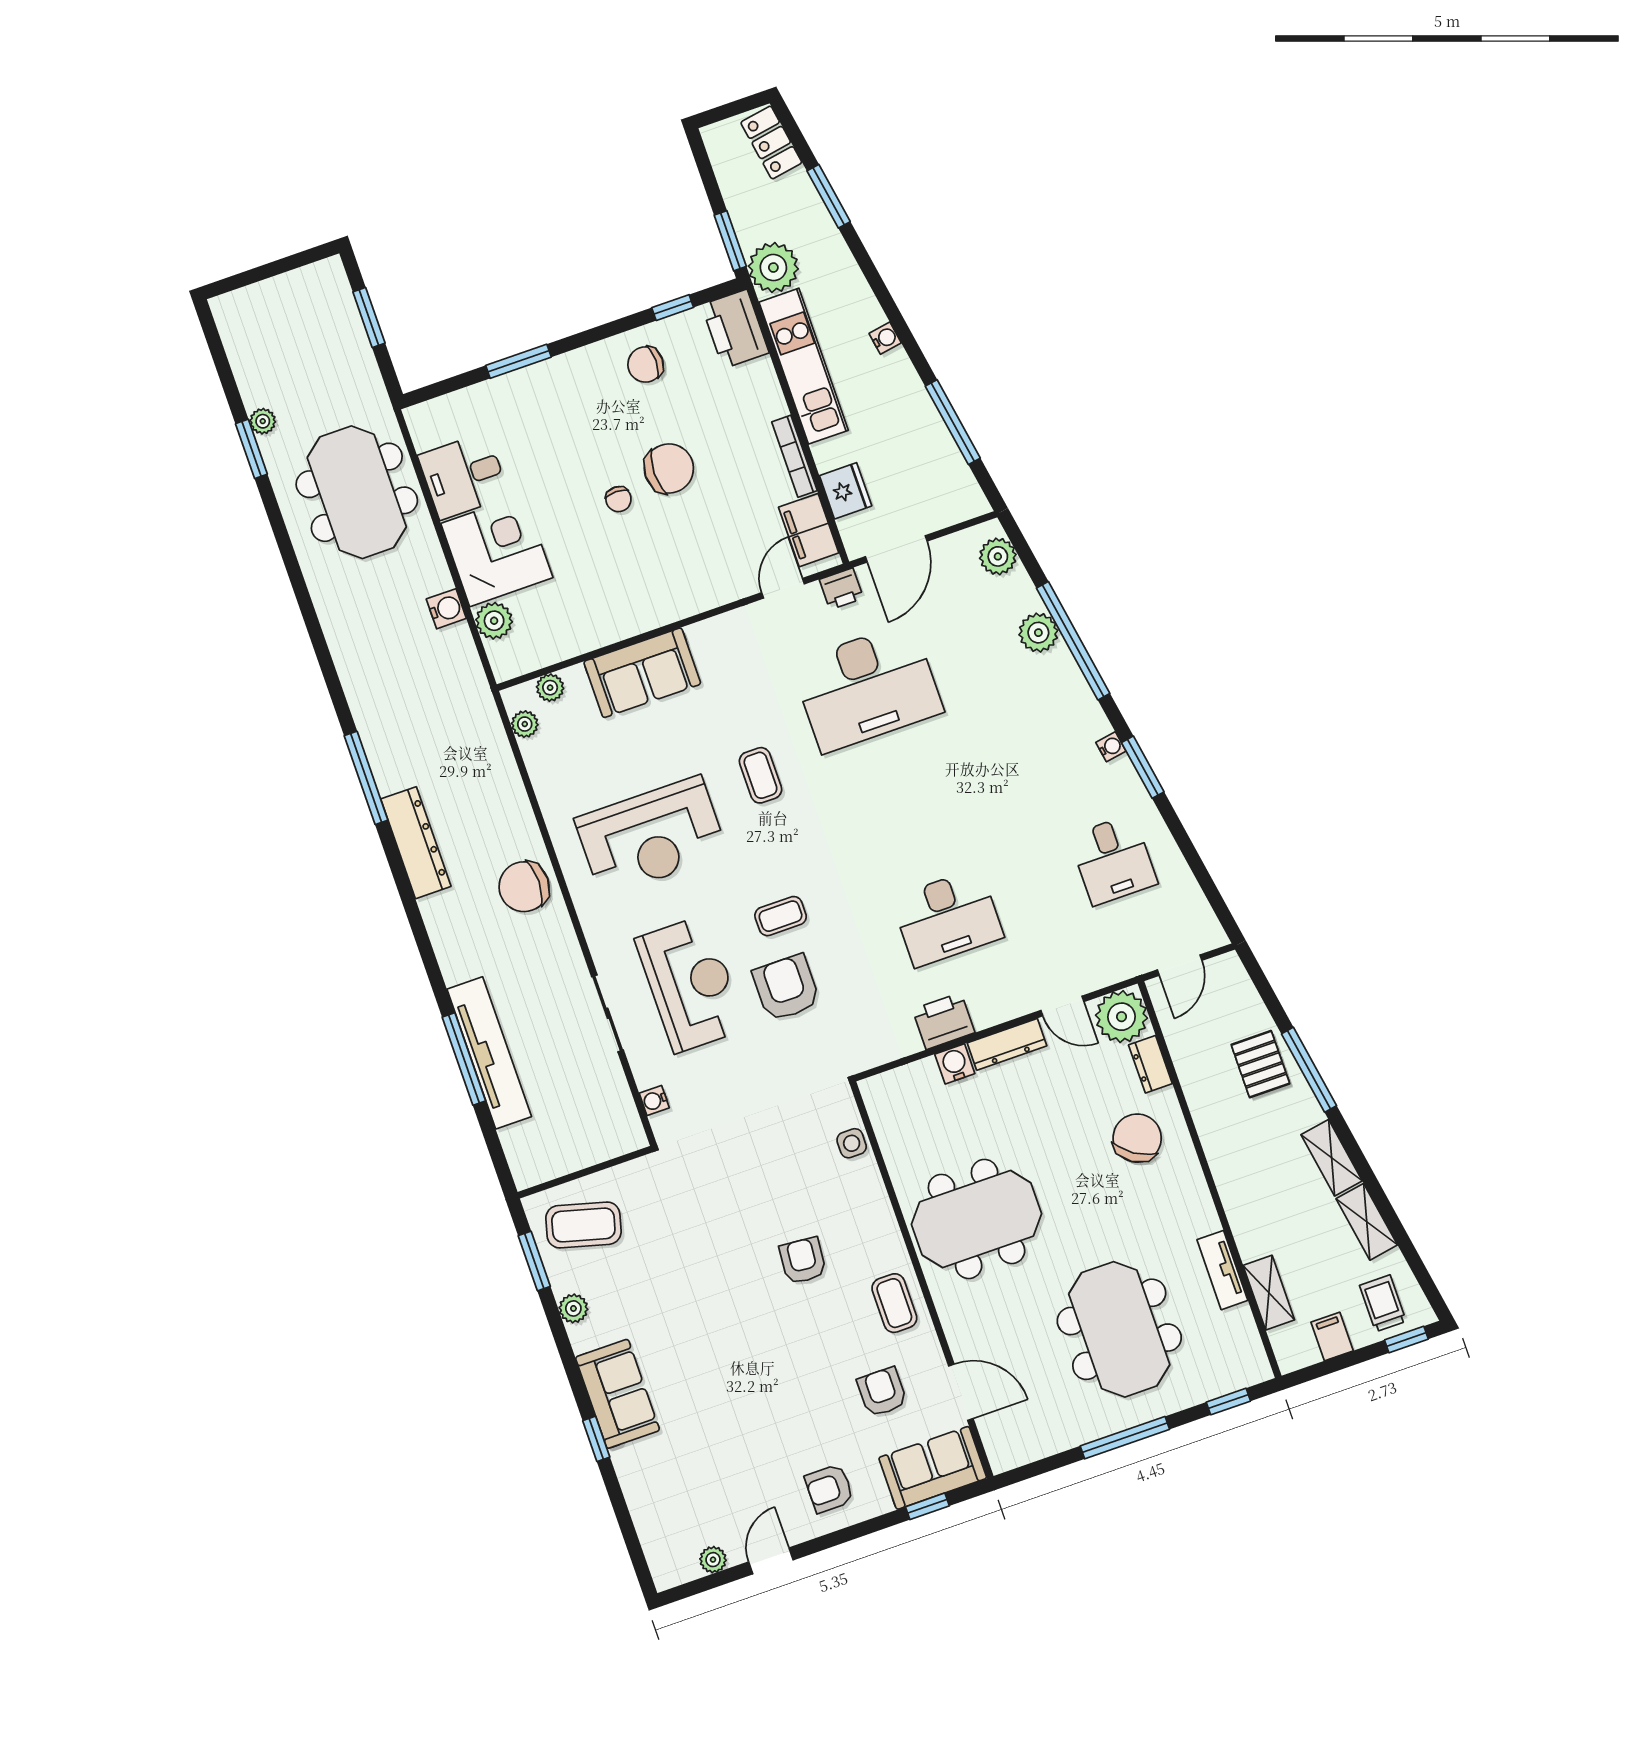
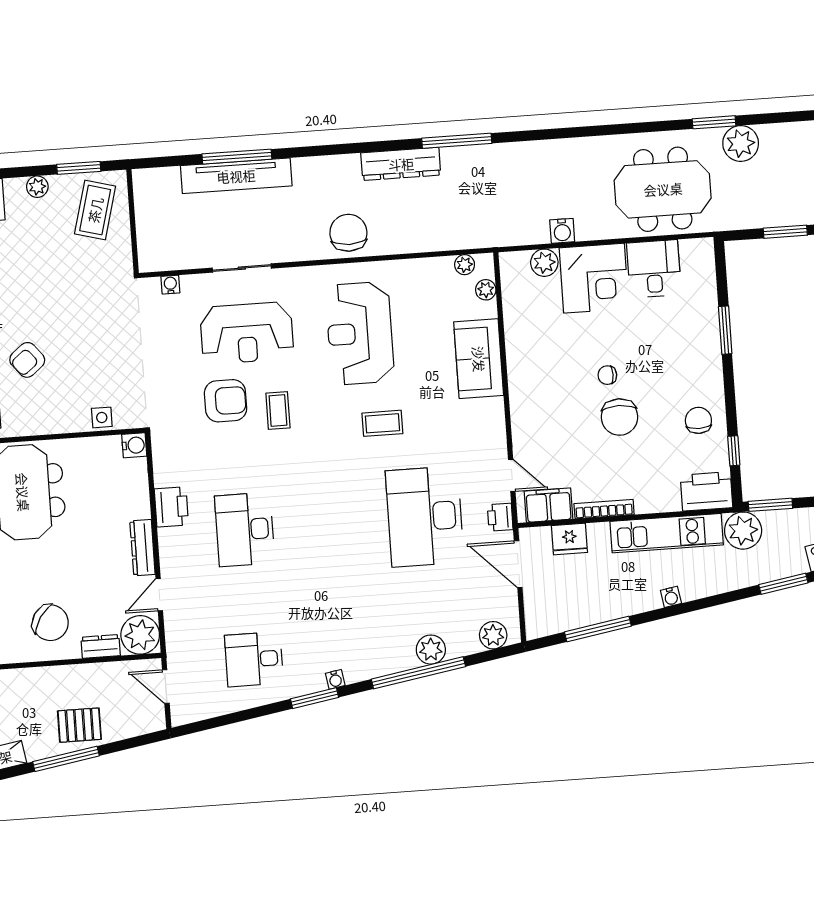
plant: (263, 421) -> (741, 143), width x1.88, depth x1.88
water cooler: (955, 1064) -> (134, 445), moved
armchair: (803, 1261) -> (27, 360), turned 136

